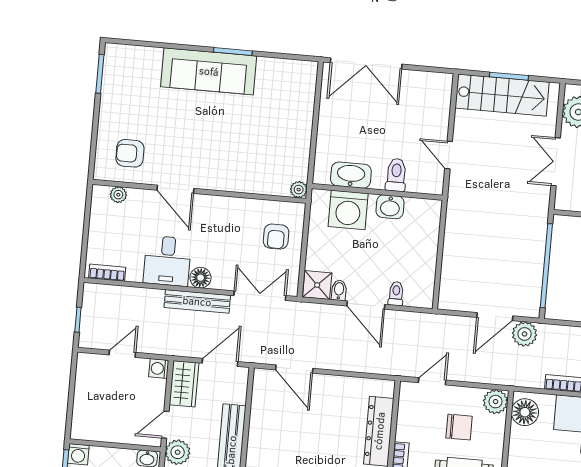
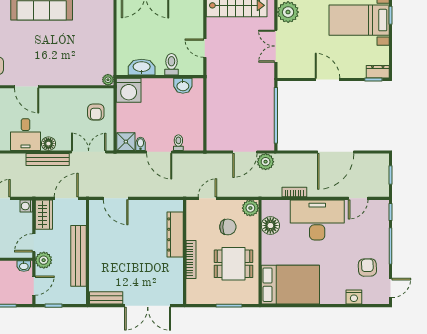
washbasin: (390, 207) -> (183, 86), moved
washing machine: (348, 210) -> (129, 90), moved
floor lamp: (525, 412) -> (270, 226), moved

